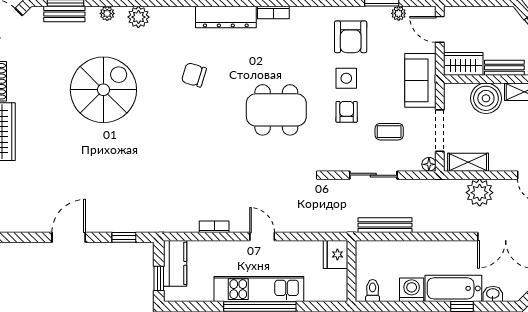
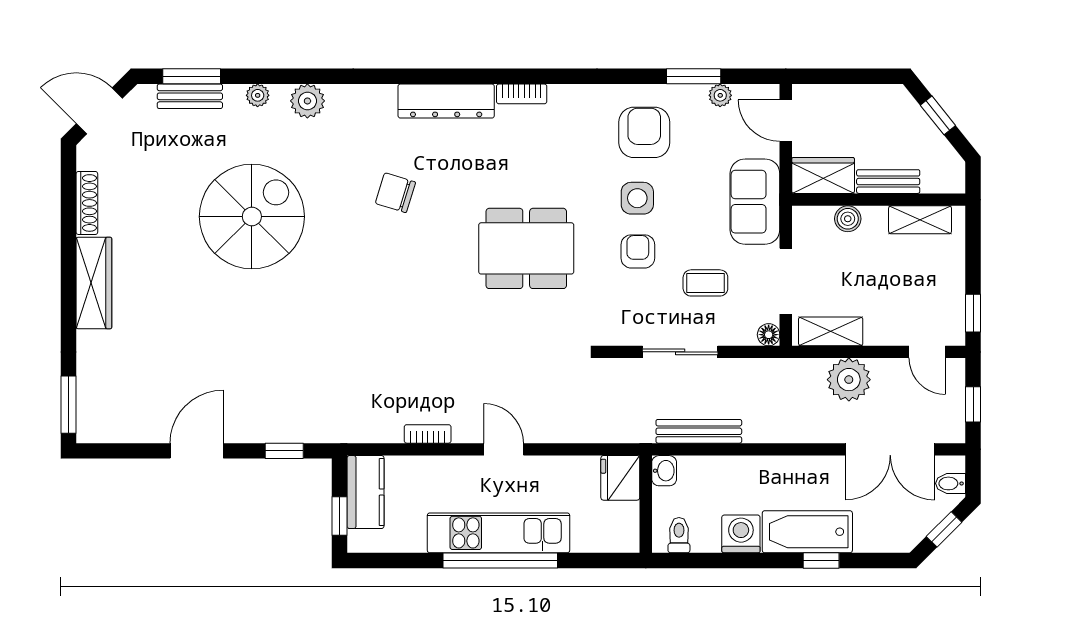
armchair: (351, 37) -> (644, 132), turned 180
boiler: (486, 98) -> (848, 219), width x0.54, depth x0.54
washbasin: (493, 294) -> (664, 471), moved, turned 90

